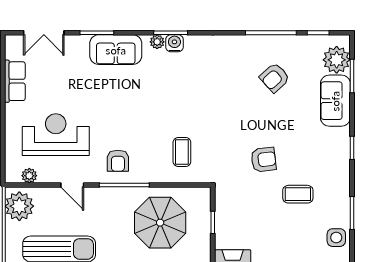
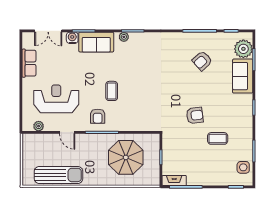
water cooler: (174, 43) -> (72, 38), moved
coffee table: (182, 152) -> (112, 91), moved
plant: (19, 206) -> (32, 146), removed

